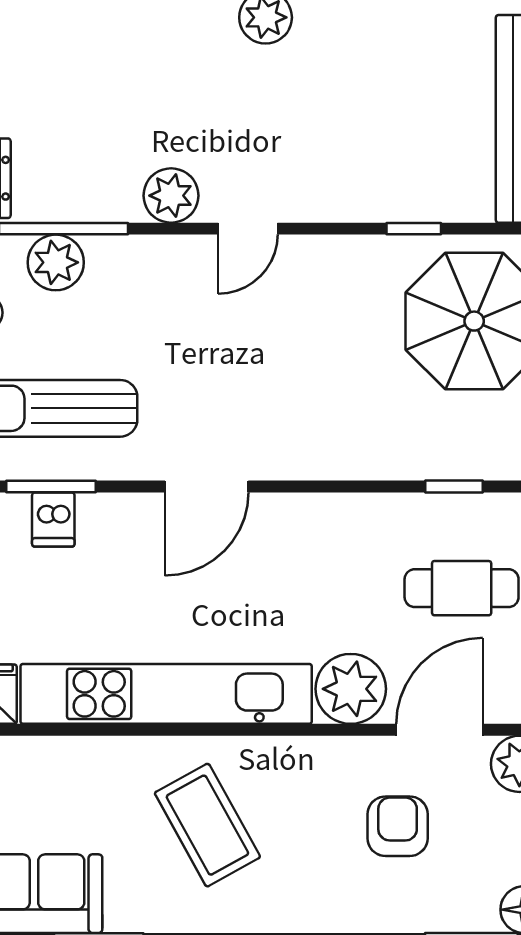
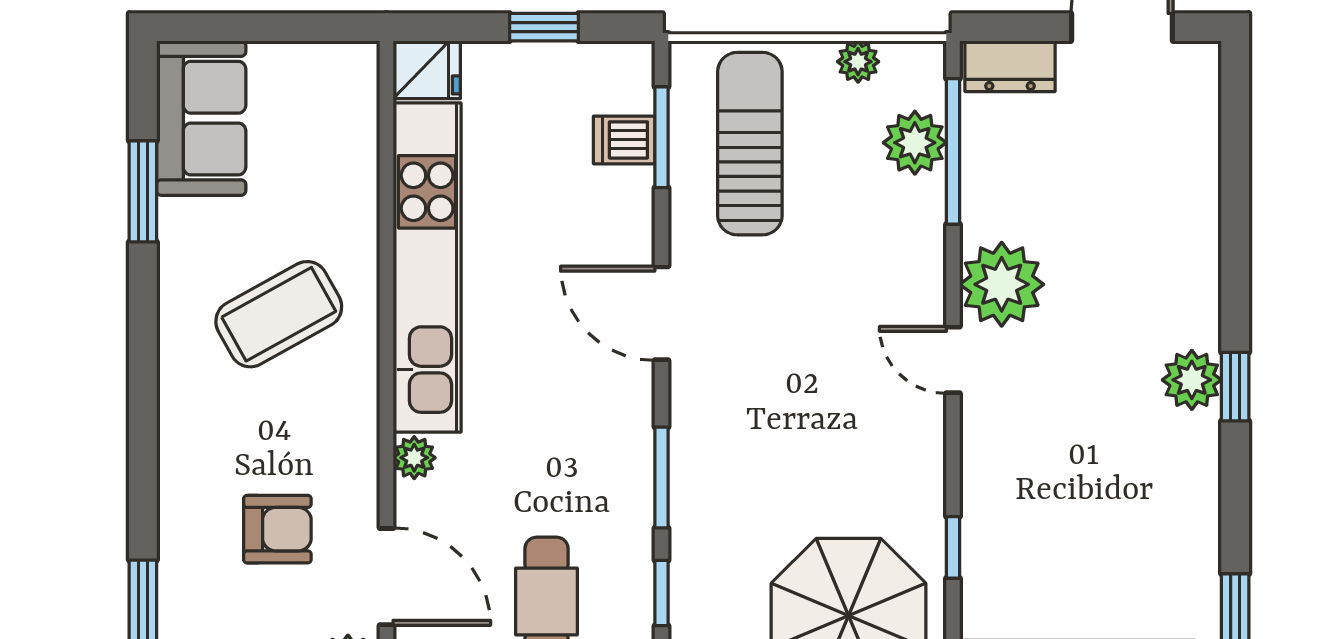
plant: (171, 196) -> (1002, 284), width x1.36, depth x1.36
window: (352, 487) -> (661, 477), added
plant: (351, 689) -> (414, 458), width x0.53, depth x0.53

